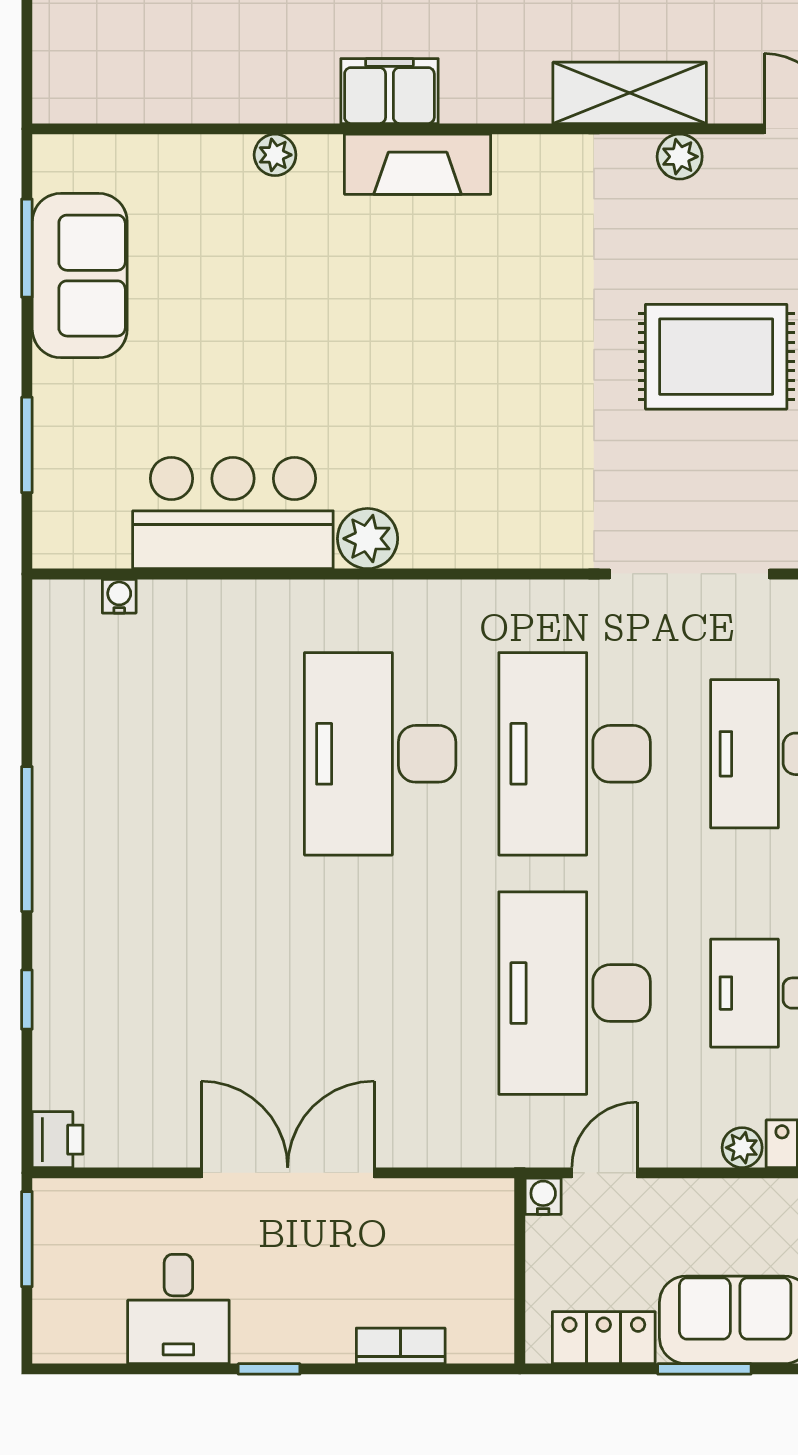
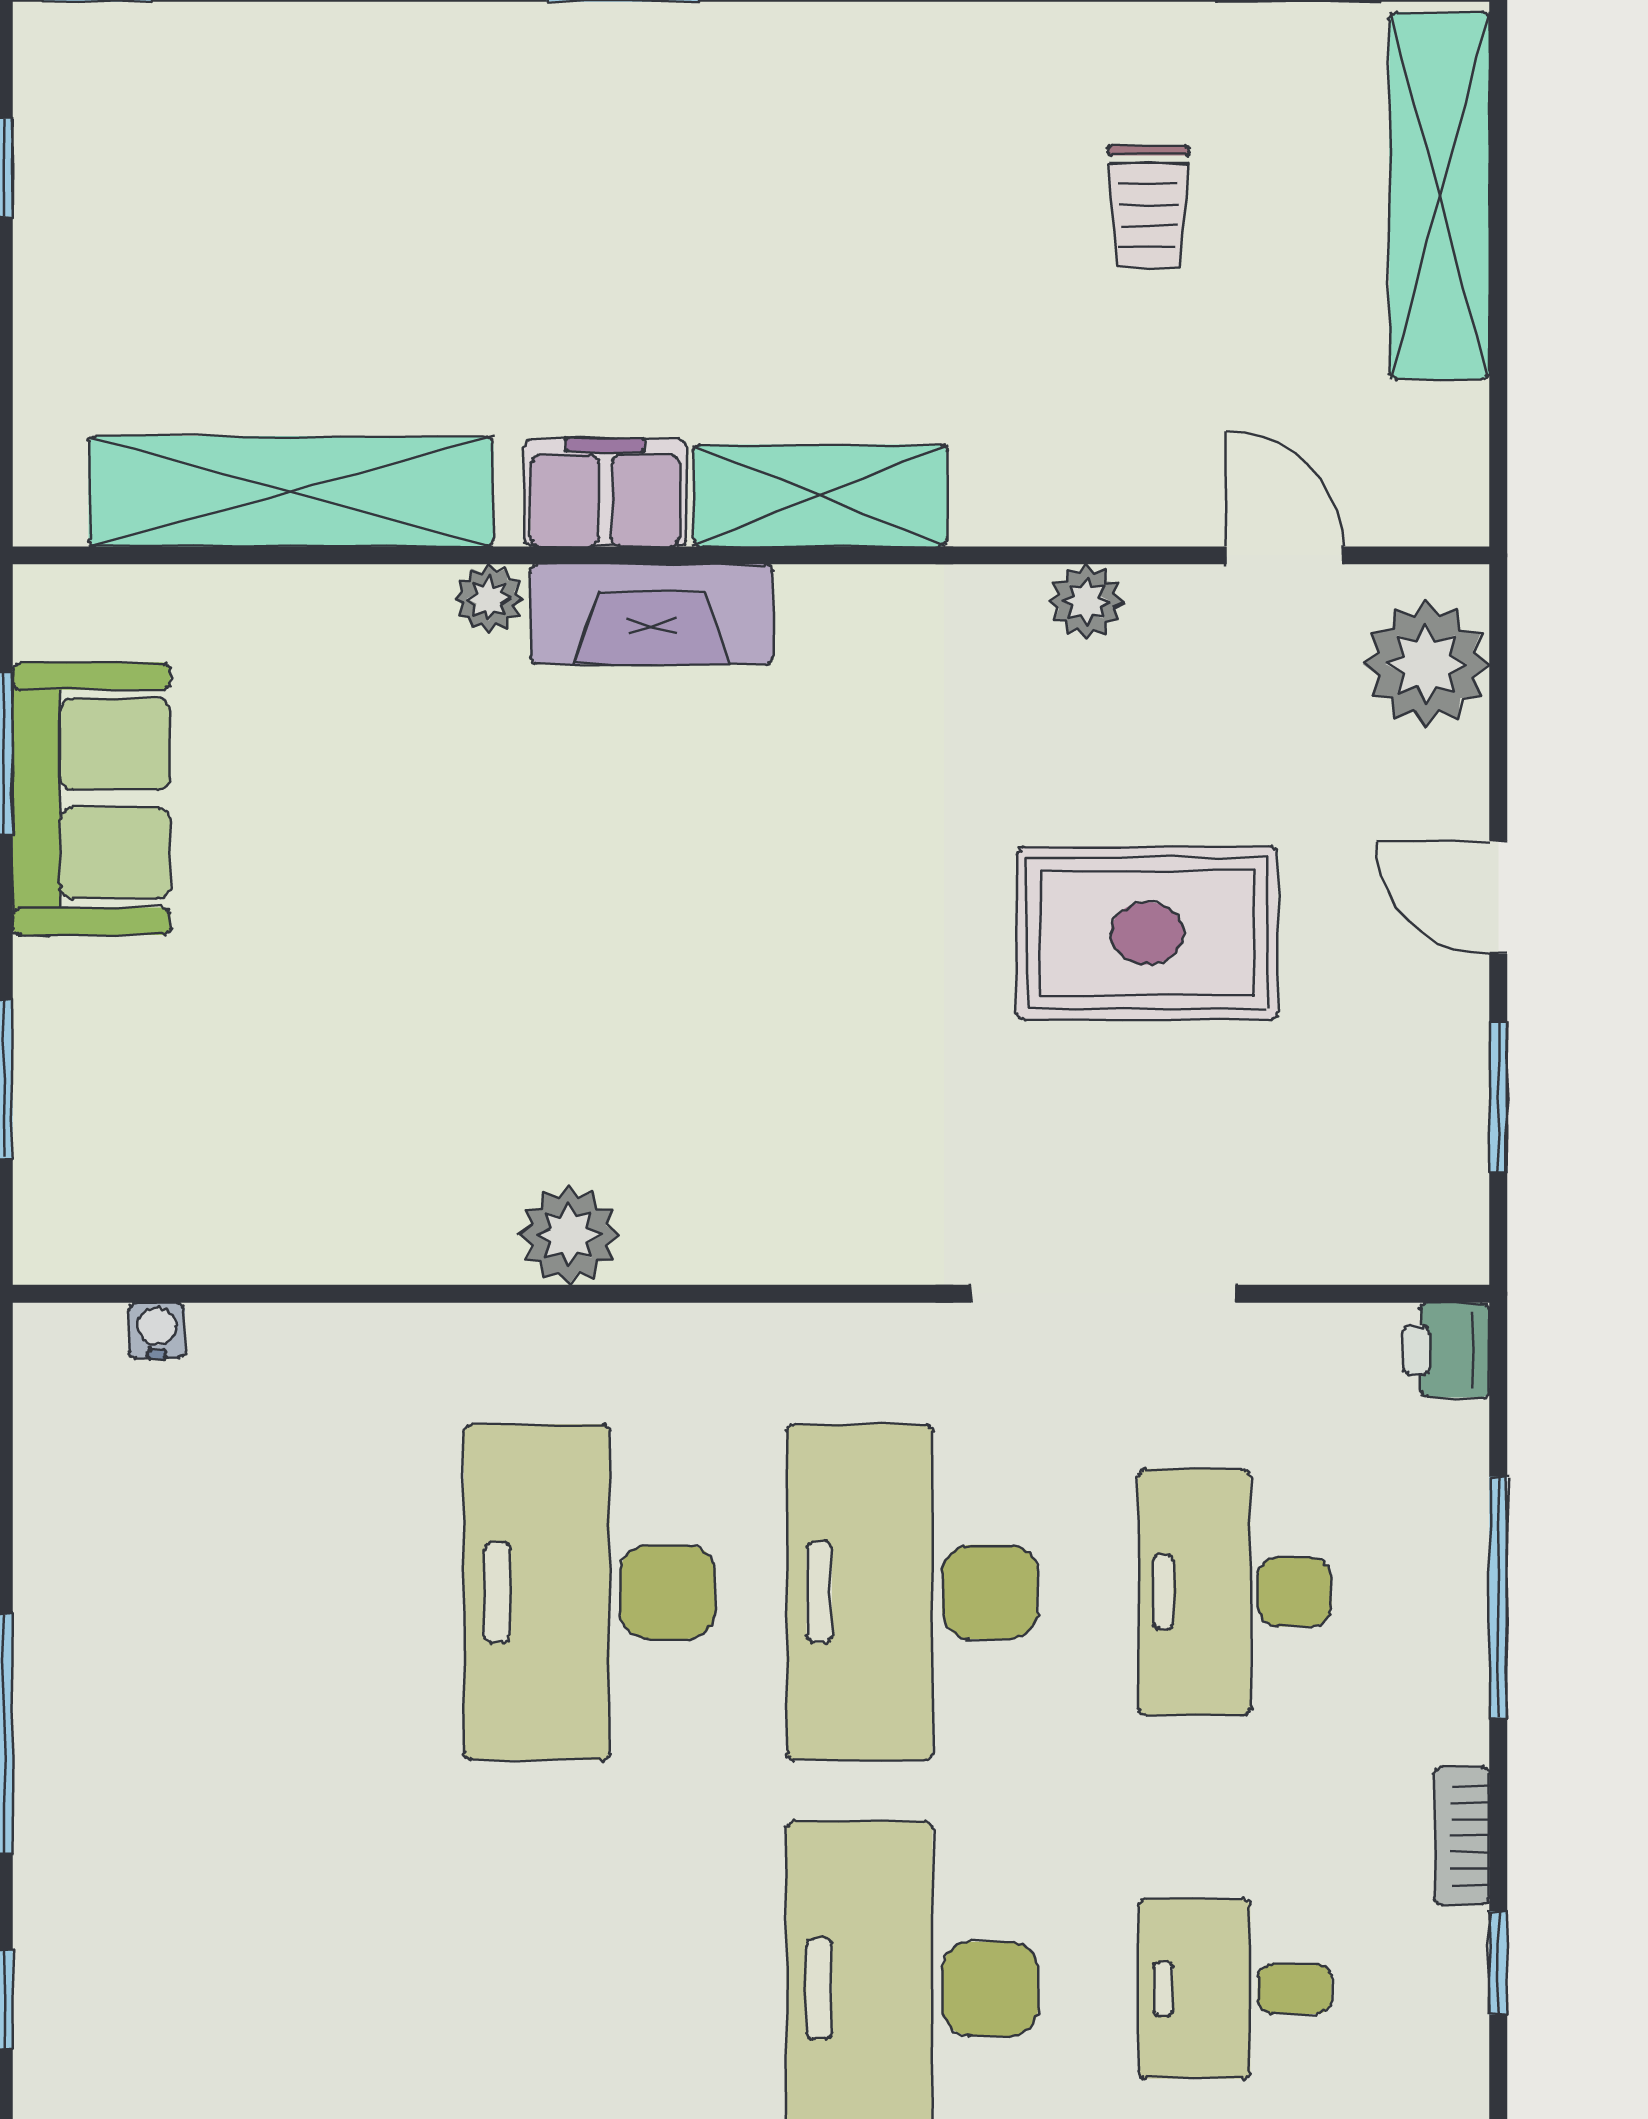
shelving: (200, 90) -> (291, 491), added
shelving: (630, 93) -> (820, 496), moved
plant: (275, 155) -> (489, 599), moved
bar counter: (233, 513) -> (346, 1193), removed

